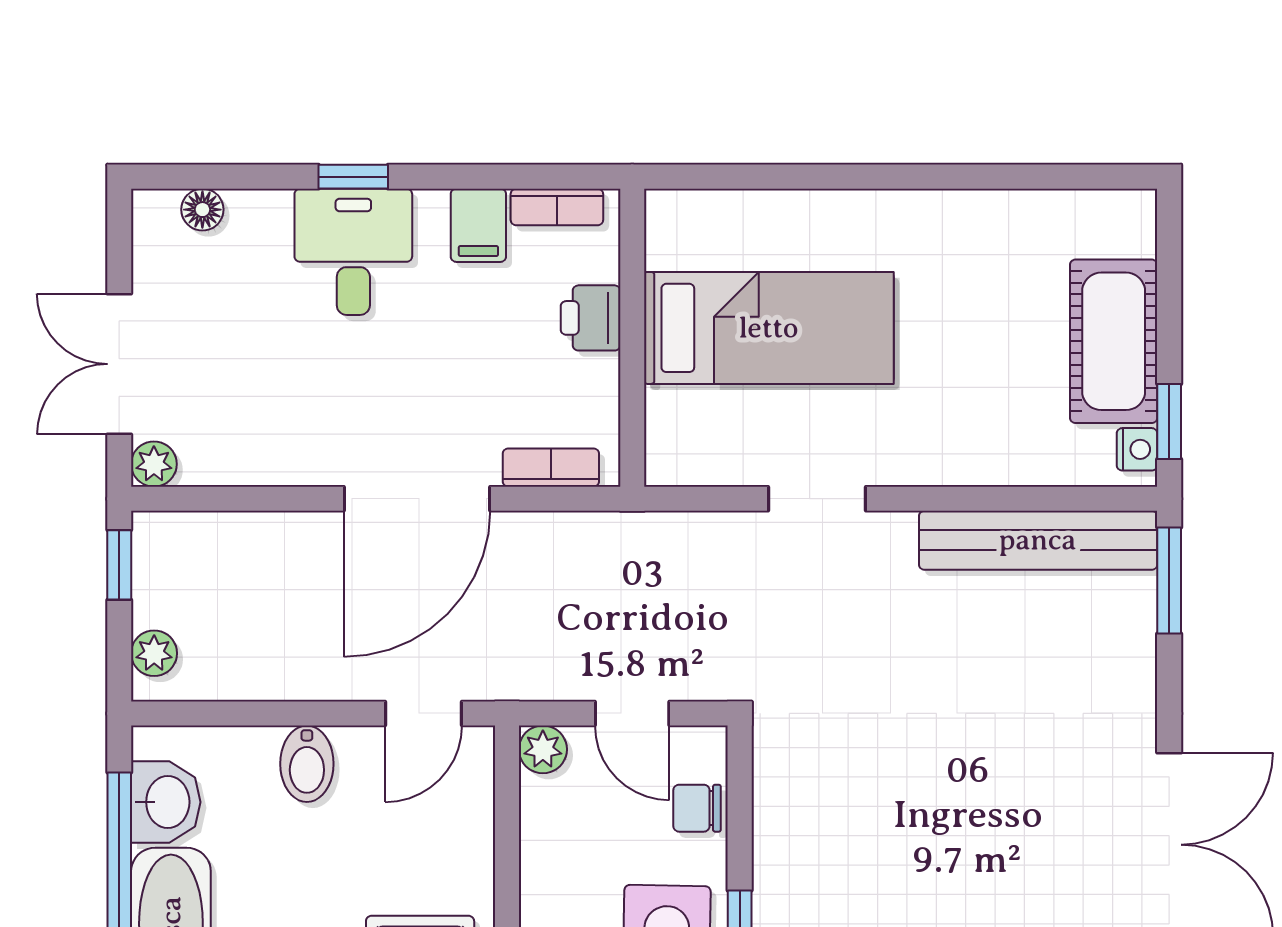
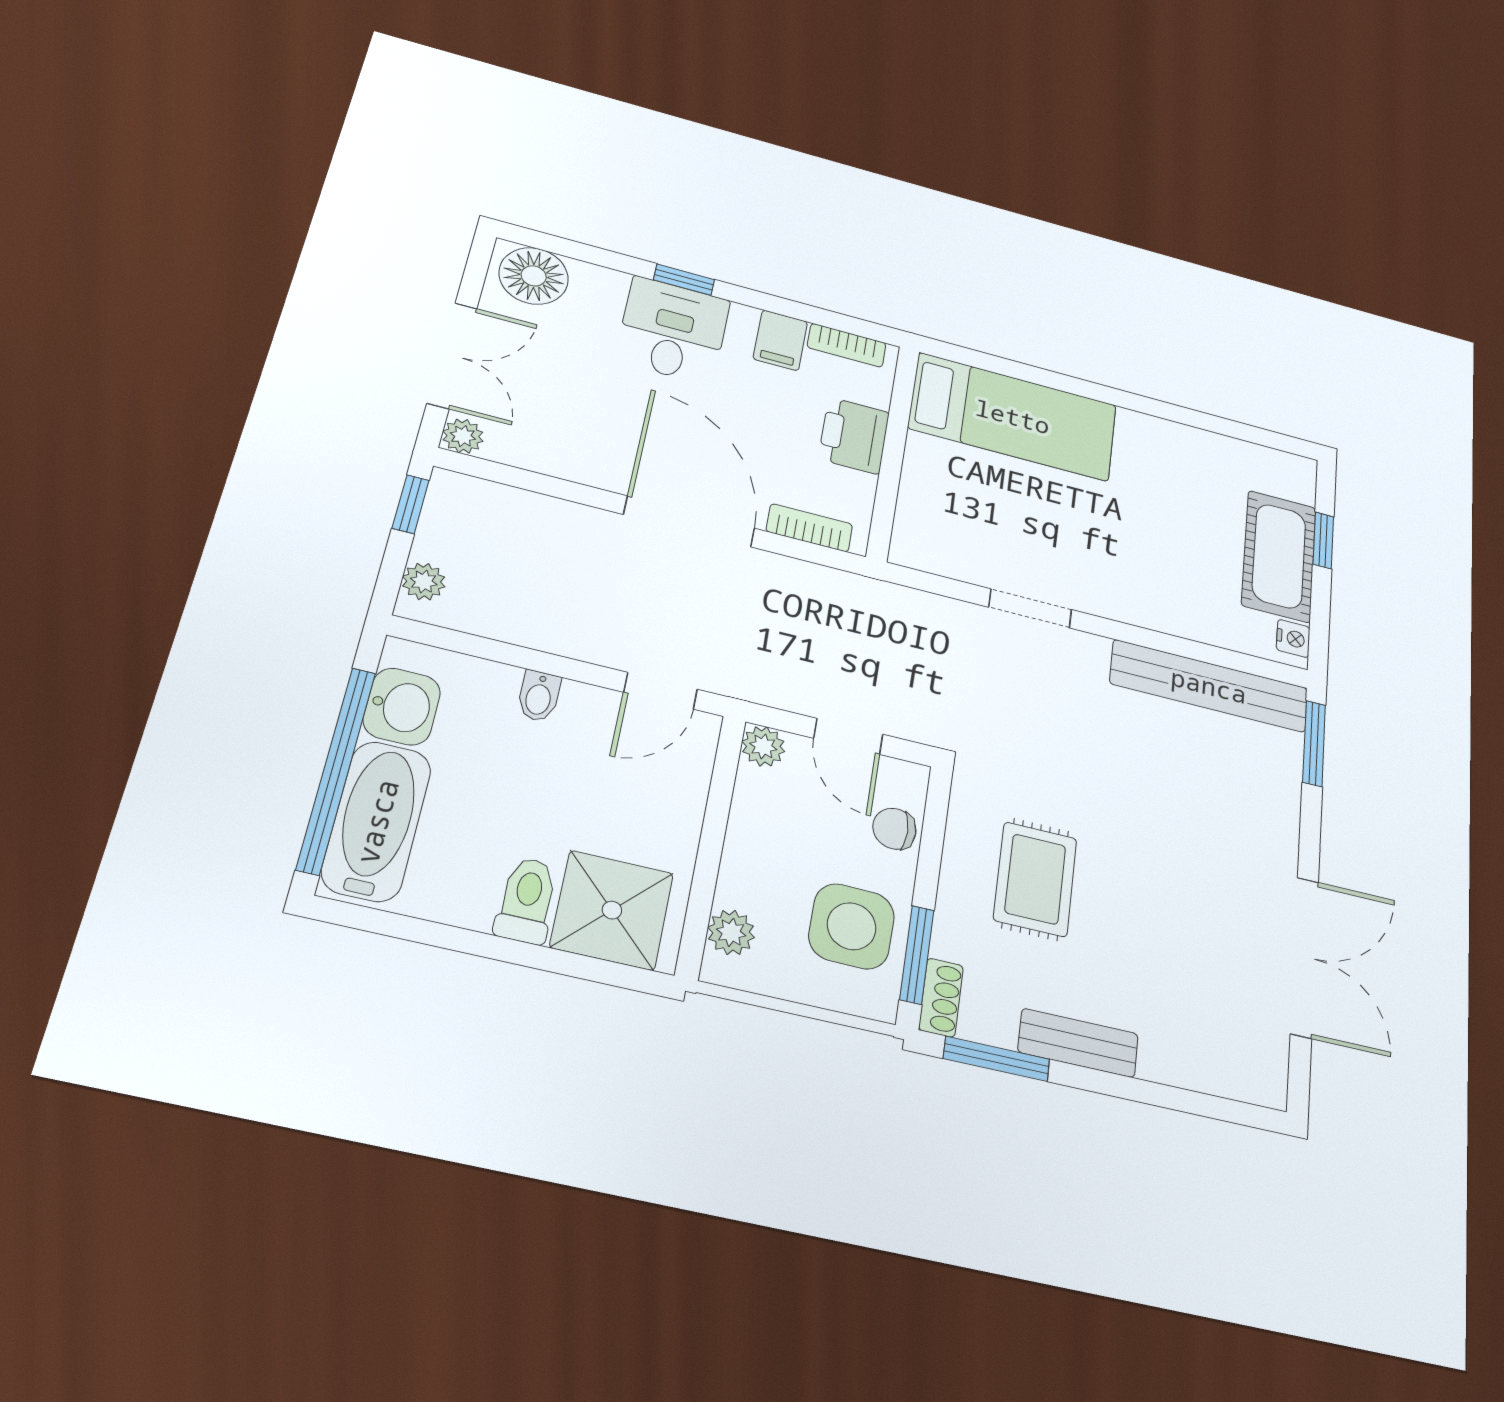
floor lamp: (202, 210) -> (534, 276), width x1.89, depth x1.89
printer: (591, 318) -> (854, 436), width x1.36, depth x1.24
bed: (769, 328) -> (1013, 417), moved
double door: (119, 364) -> (452, 355), swing flipped
window: (1169, 422) -> (1323, 540), moved
door: (417, 499) -> (689, 521), swing flipped
bidet: (307, 764) -> (539, 696), width x0.72, depth x0.74
rug: (858, 828) -> (1035, 879), added

